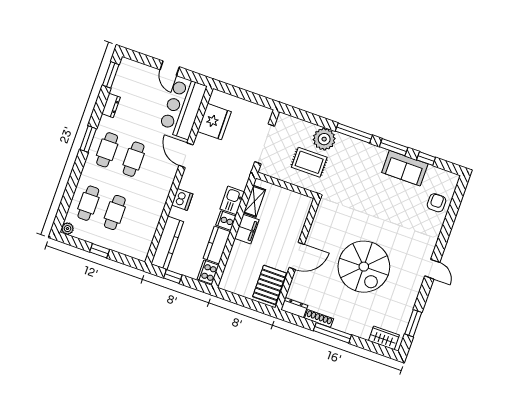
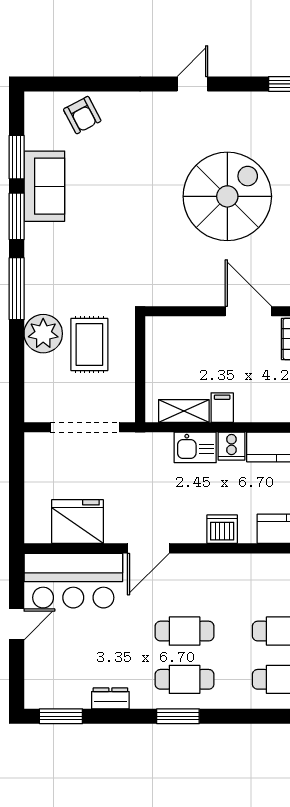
window: (426, 159) -> (17, 157), width x1.50
armchair: (436, 203) -> (82, 115), turned -118
filing cabinet: (247, 229) -> (222, 408), width x0.50

